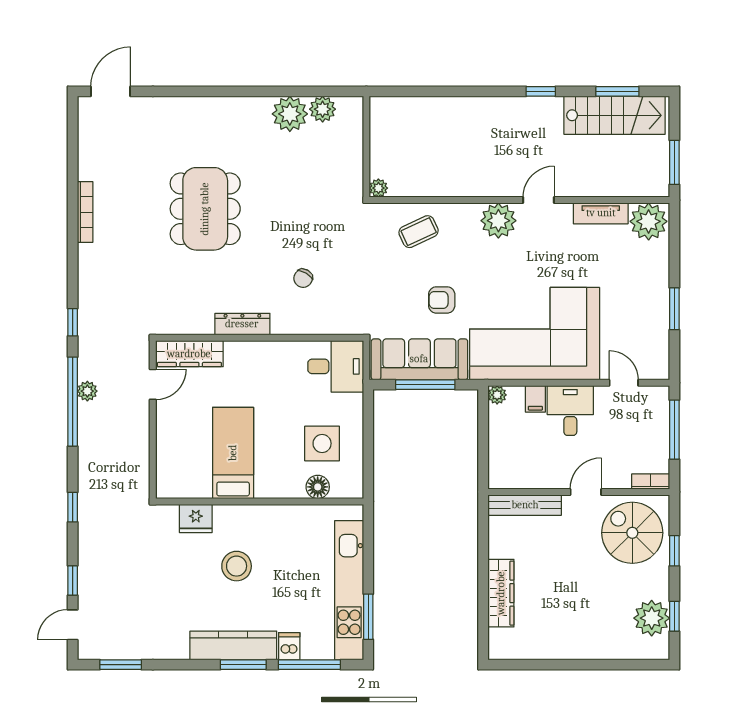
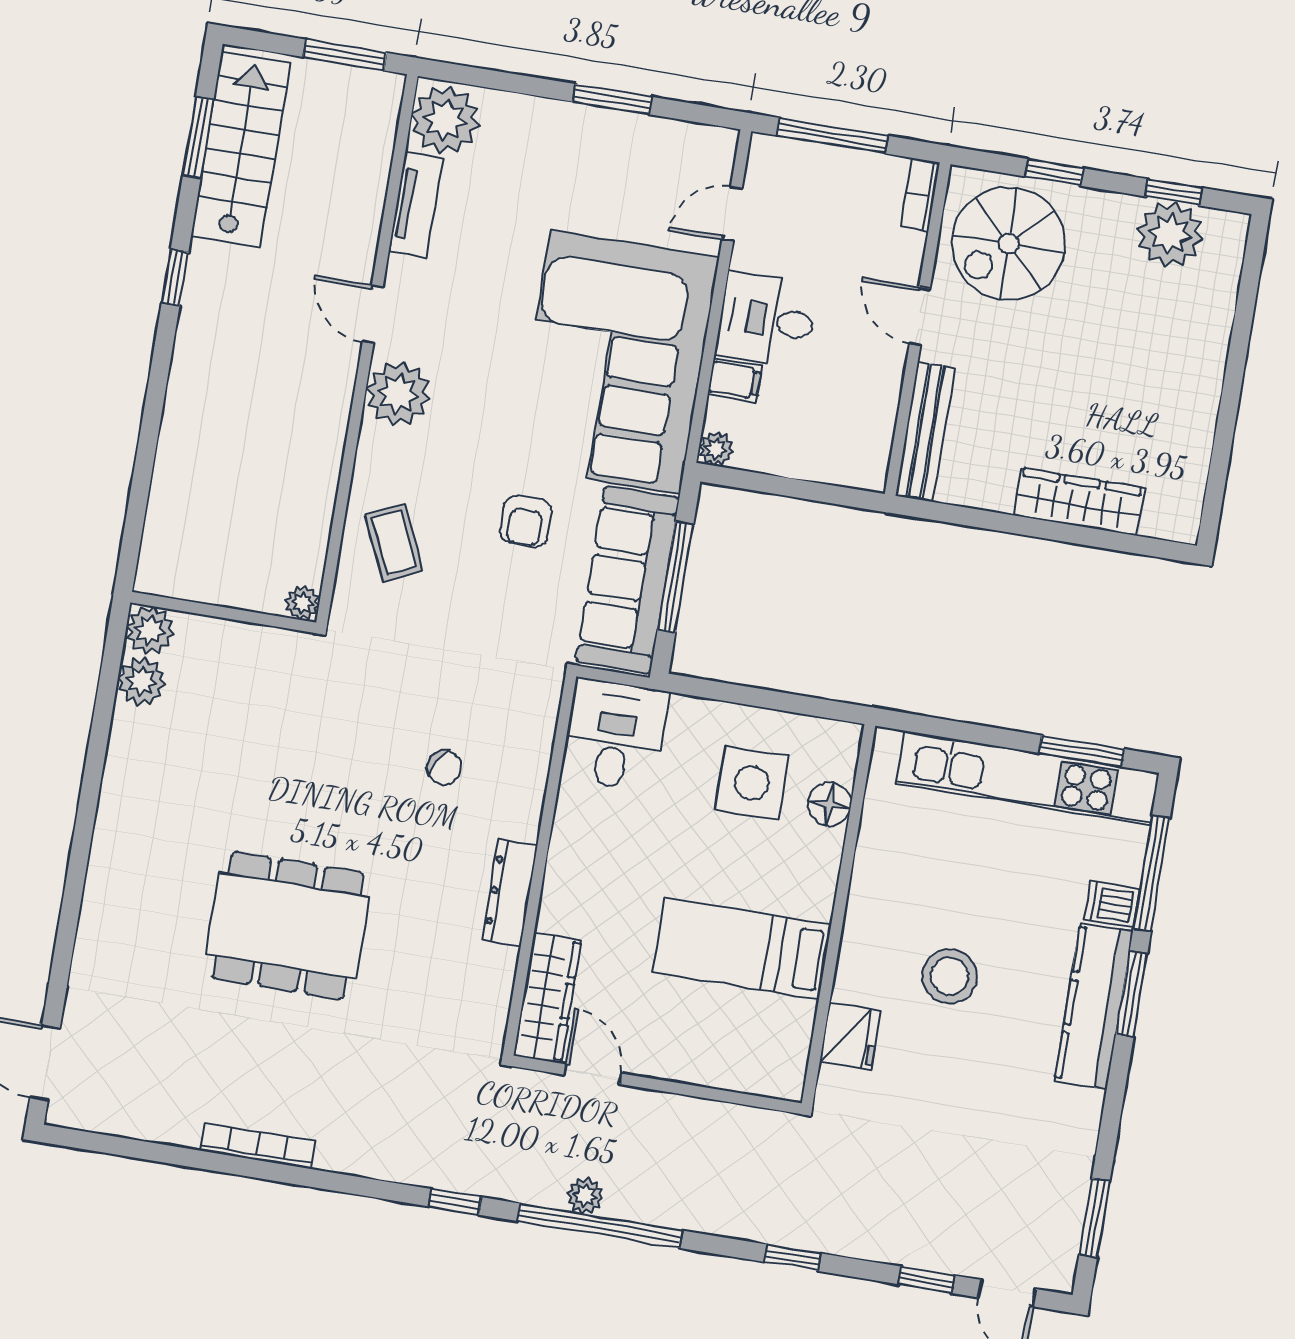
plant: (290, 114) -> (150, 630), moved, width x0.73, depth x0.73

